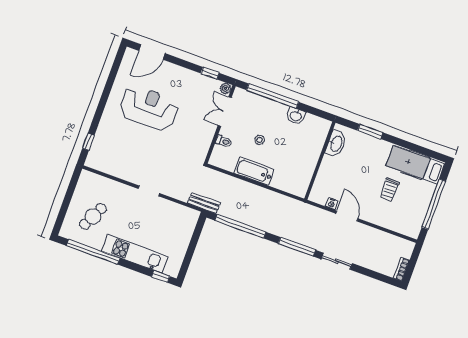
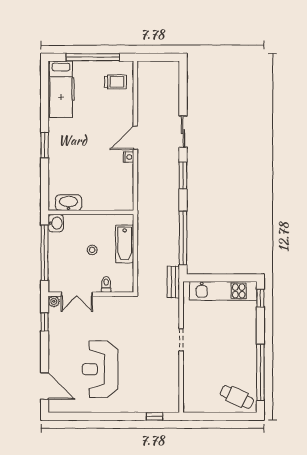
washbasin: (336, 144) -> (69, 203), moved
wall: (320, 161) -> (91, 212), moved
trolley: (389, 190) -> (115, 82), moved
cafe table: (93, 216) -> (237, 397), moved
window: (297, 247) -> (183, 176), width x0.69
kitchen unit: (135, 254) -> (223, 291), moved, turned -90
bookcase: (402, 269) -> (168, 65), removed

